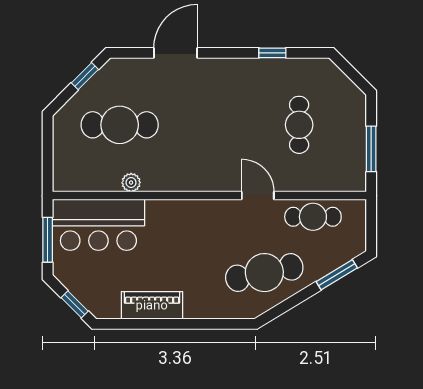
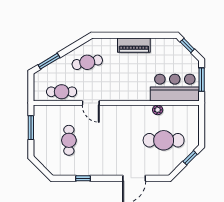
window: (85, 76) -> (190, 158), moved
cafe table: (264, 273) -> (87, 62), width x0.73, depth x0.74
piano: (152, 305) -> (134, 45), moved

